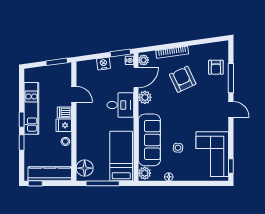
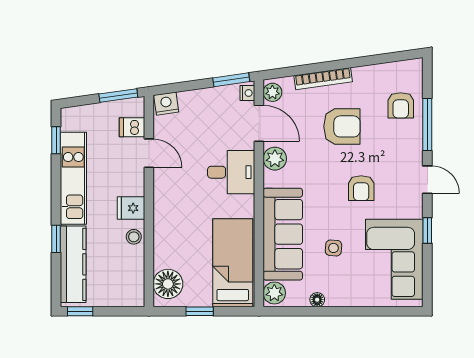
nightstand: (104, 64) -> (166, 104), moved
door: (136, 77) -> (259, 123), hinge flipped
armchair: (183, 79) -> (342, 126), turned 115
dishwasher: (64, 112) -> (132, 127), moved
armchair: (194, 114) -> (361, 188), added
window: (22, 120) -> (56, 140), moved
window: (231, 166) -> (427, 231), moved
kitchen counter: (50, 174) -> (73, 264), moved, turned 90
window: (103, 183) -> (200, 311), width x0.46

